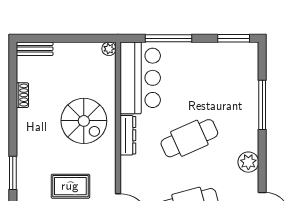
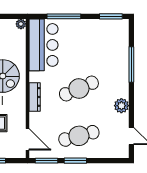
dresser: (128, 135) -> (35, 97), moved

